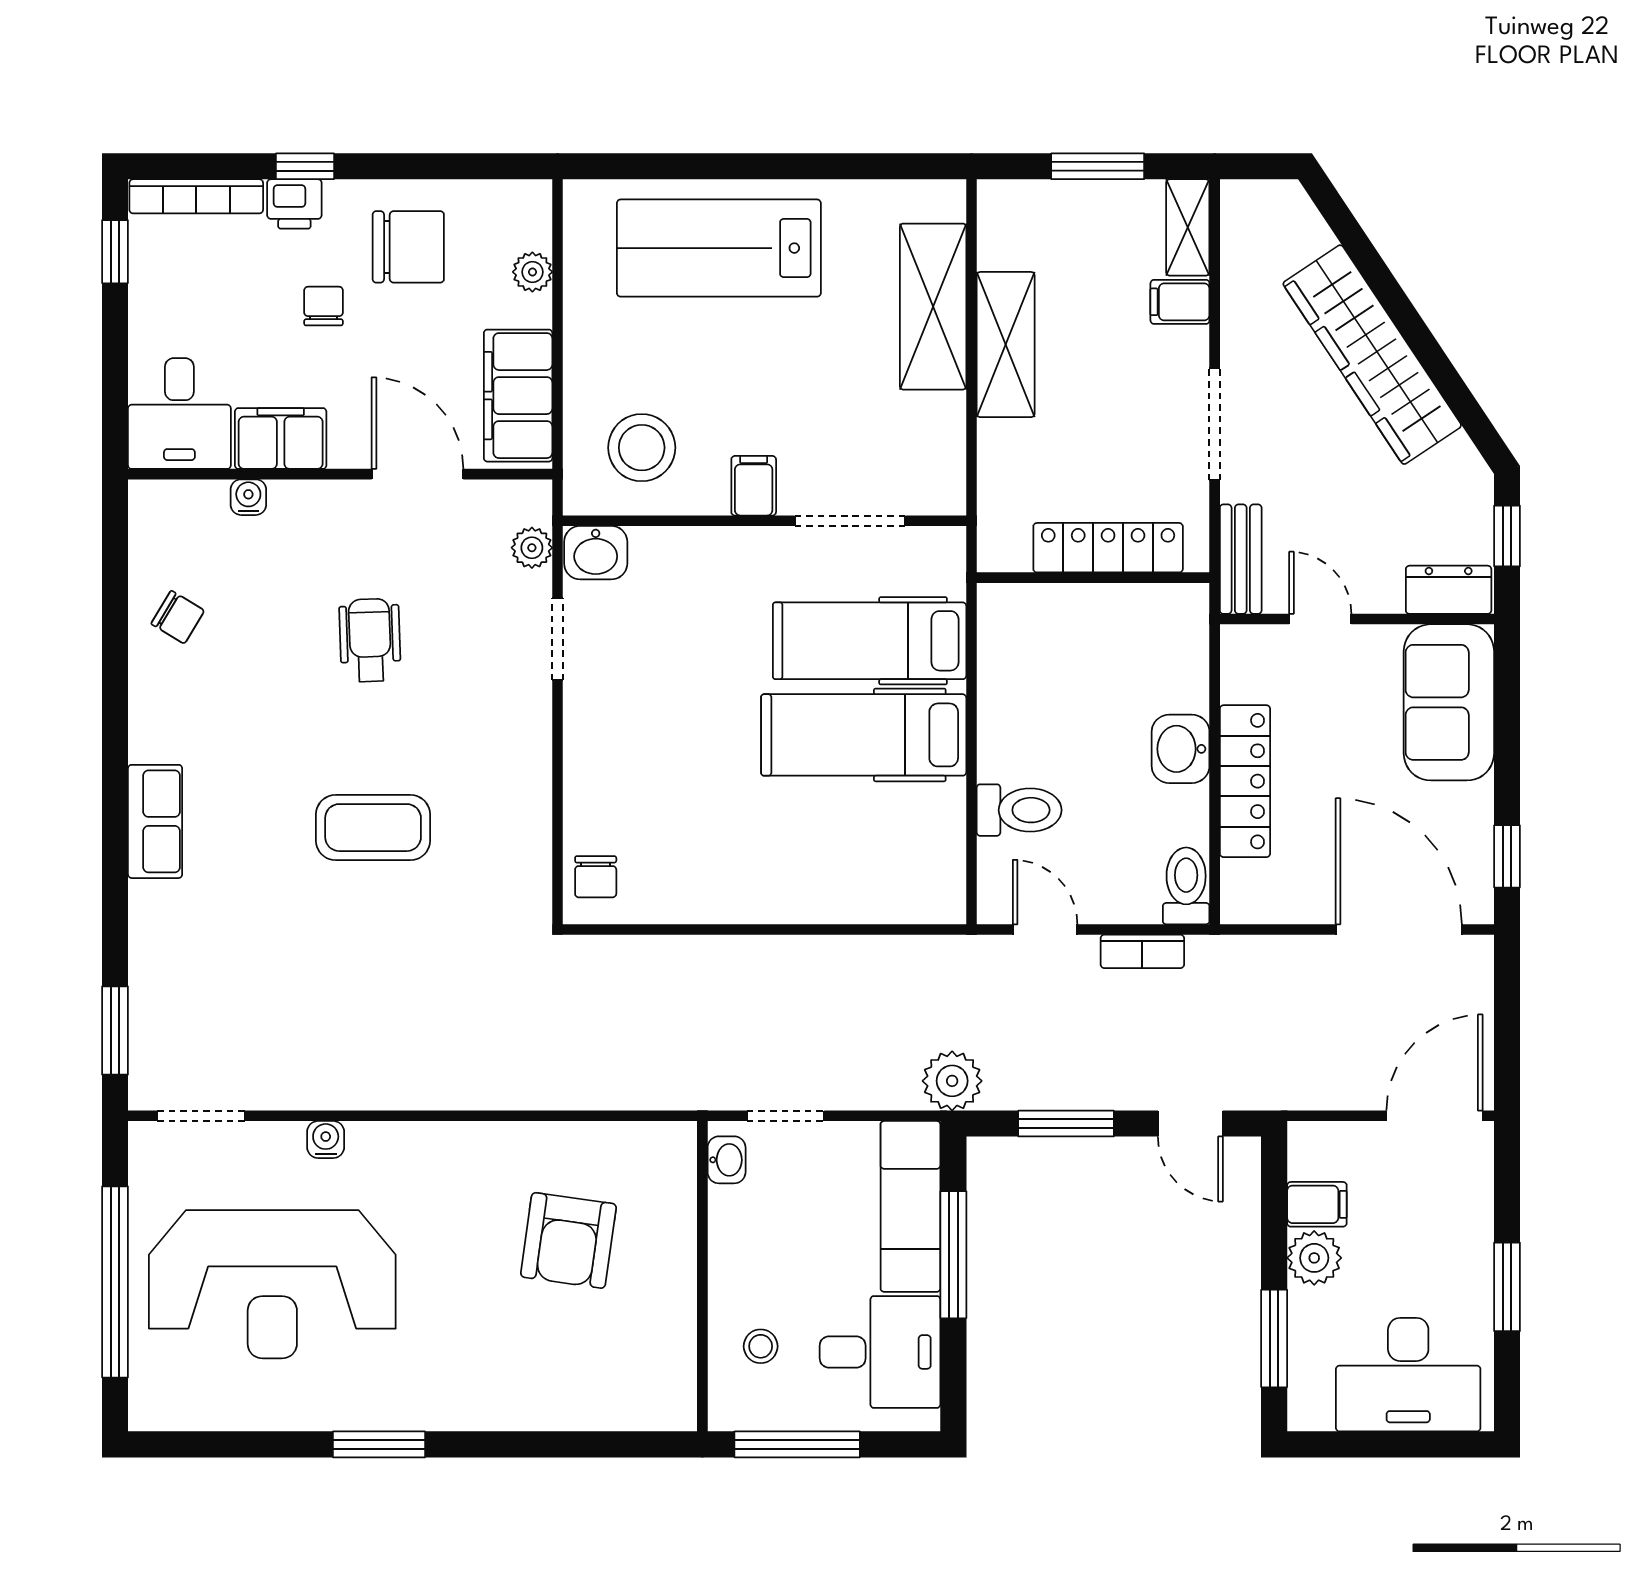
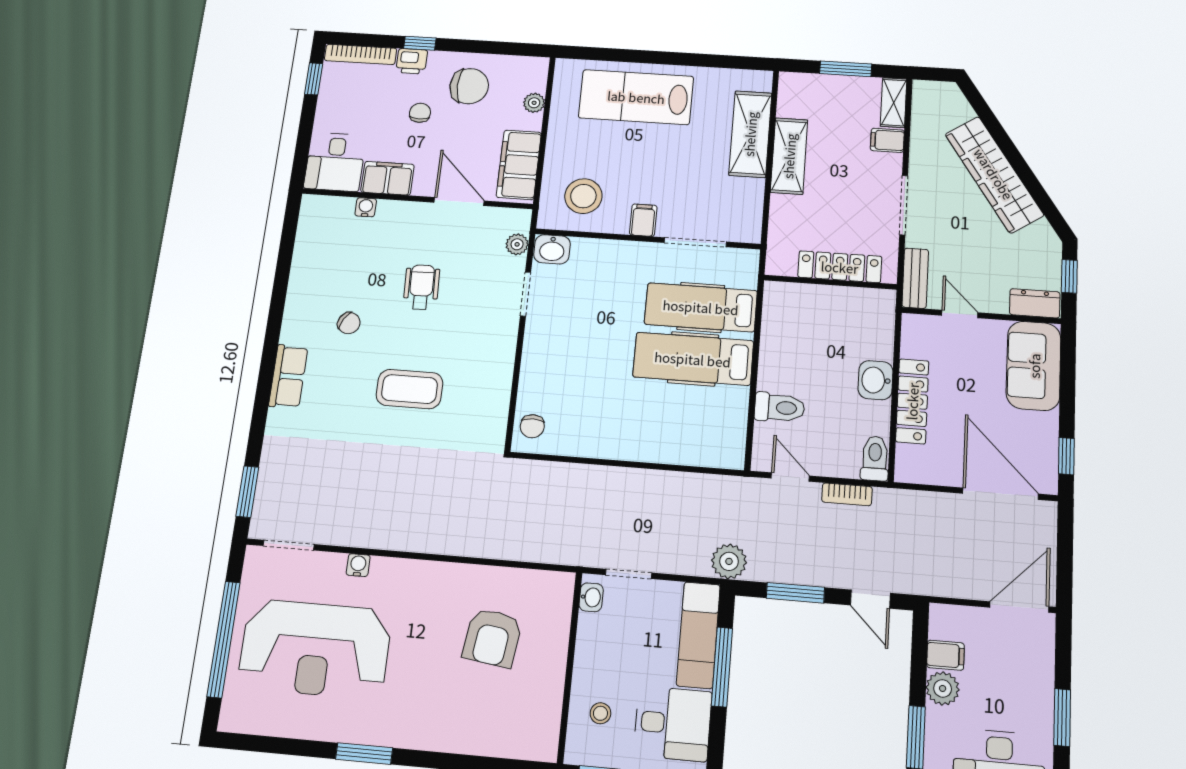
chair: (178, 617) -> (349, 323), moved

